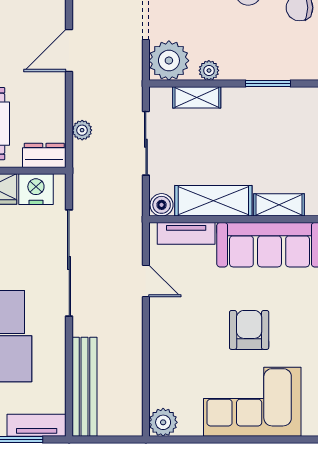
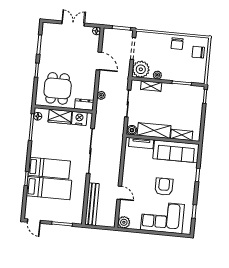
door: (69, 50) -> (99, 61), swing flipped
door: (146, 281) -> (119, 193), moved
tv unit: (37, 425) -> (70, 219), removed

